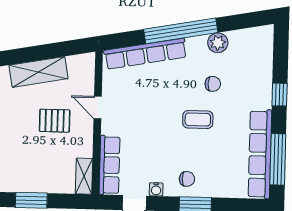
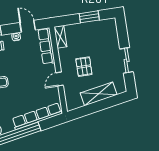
door: (98, 108) -> (60, 79), swing flipped
pallet: (55, 121) -> (84, 67), turned 90

